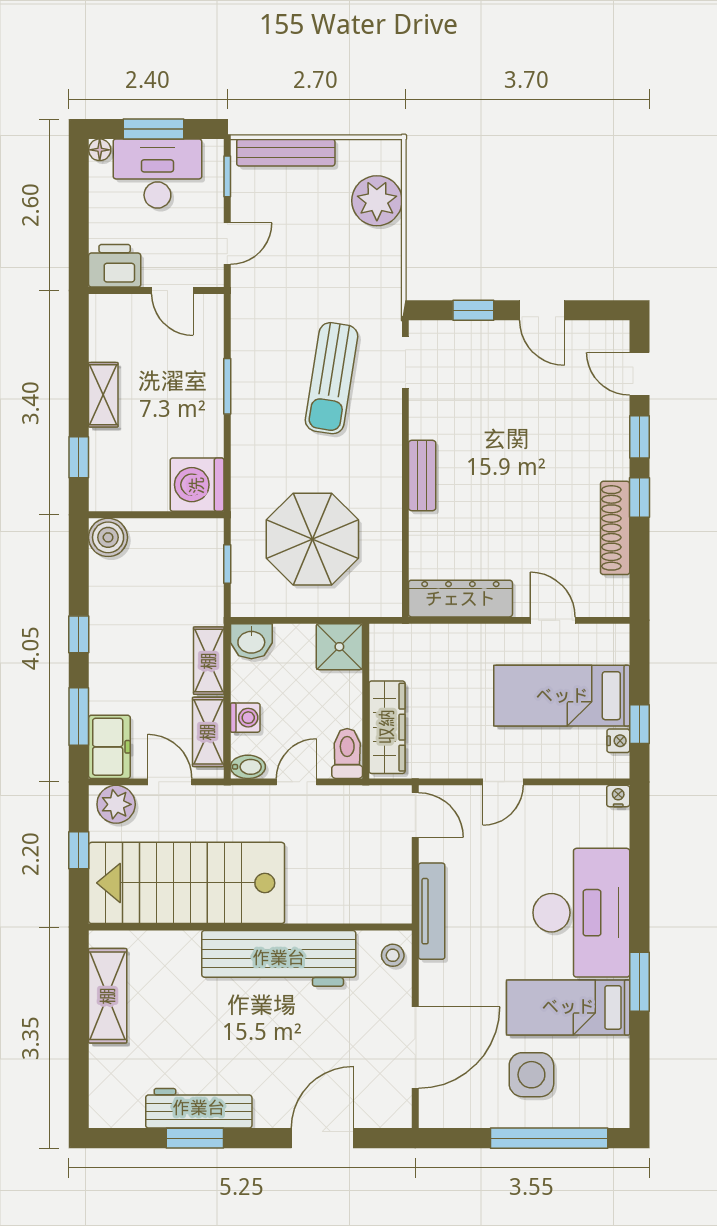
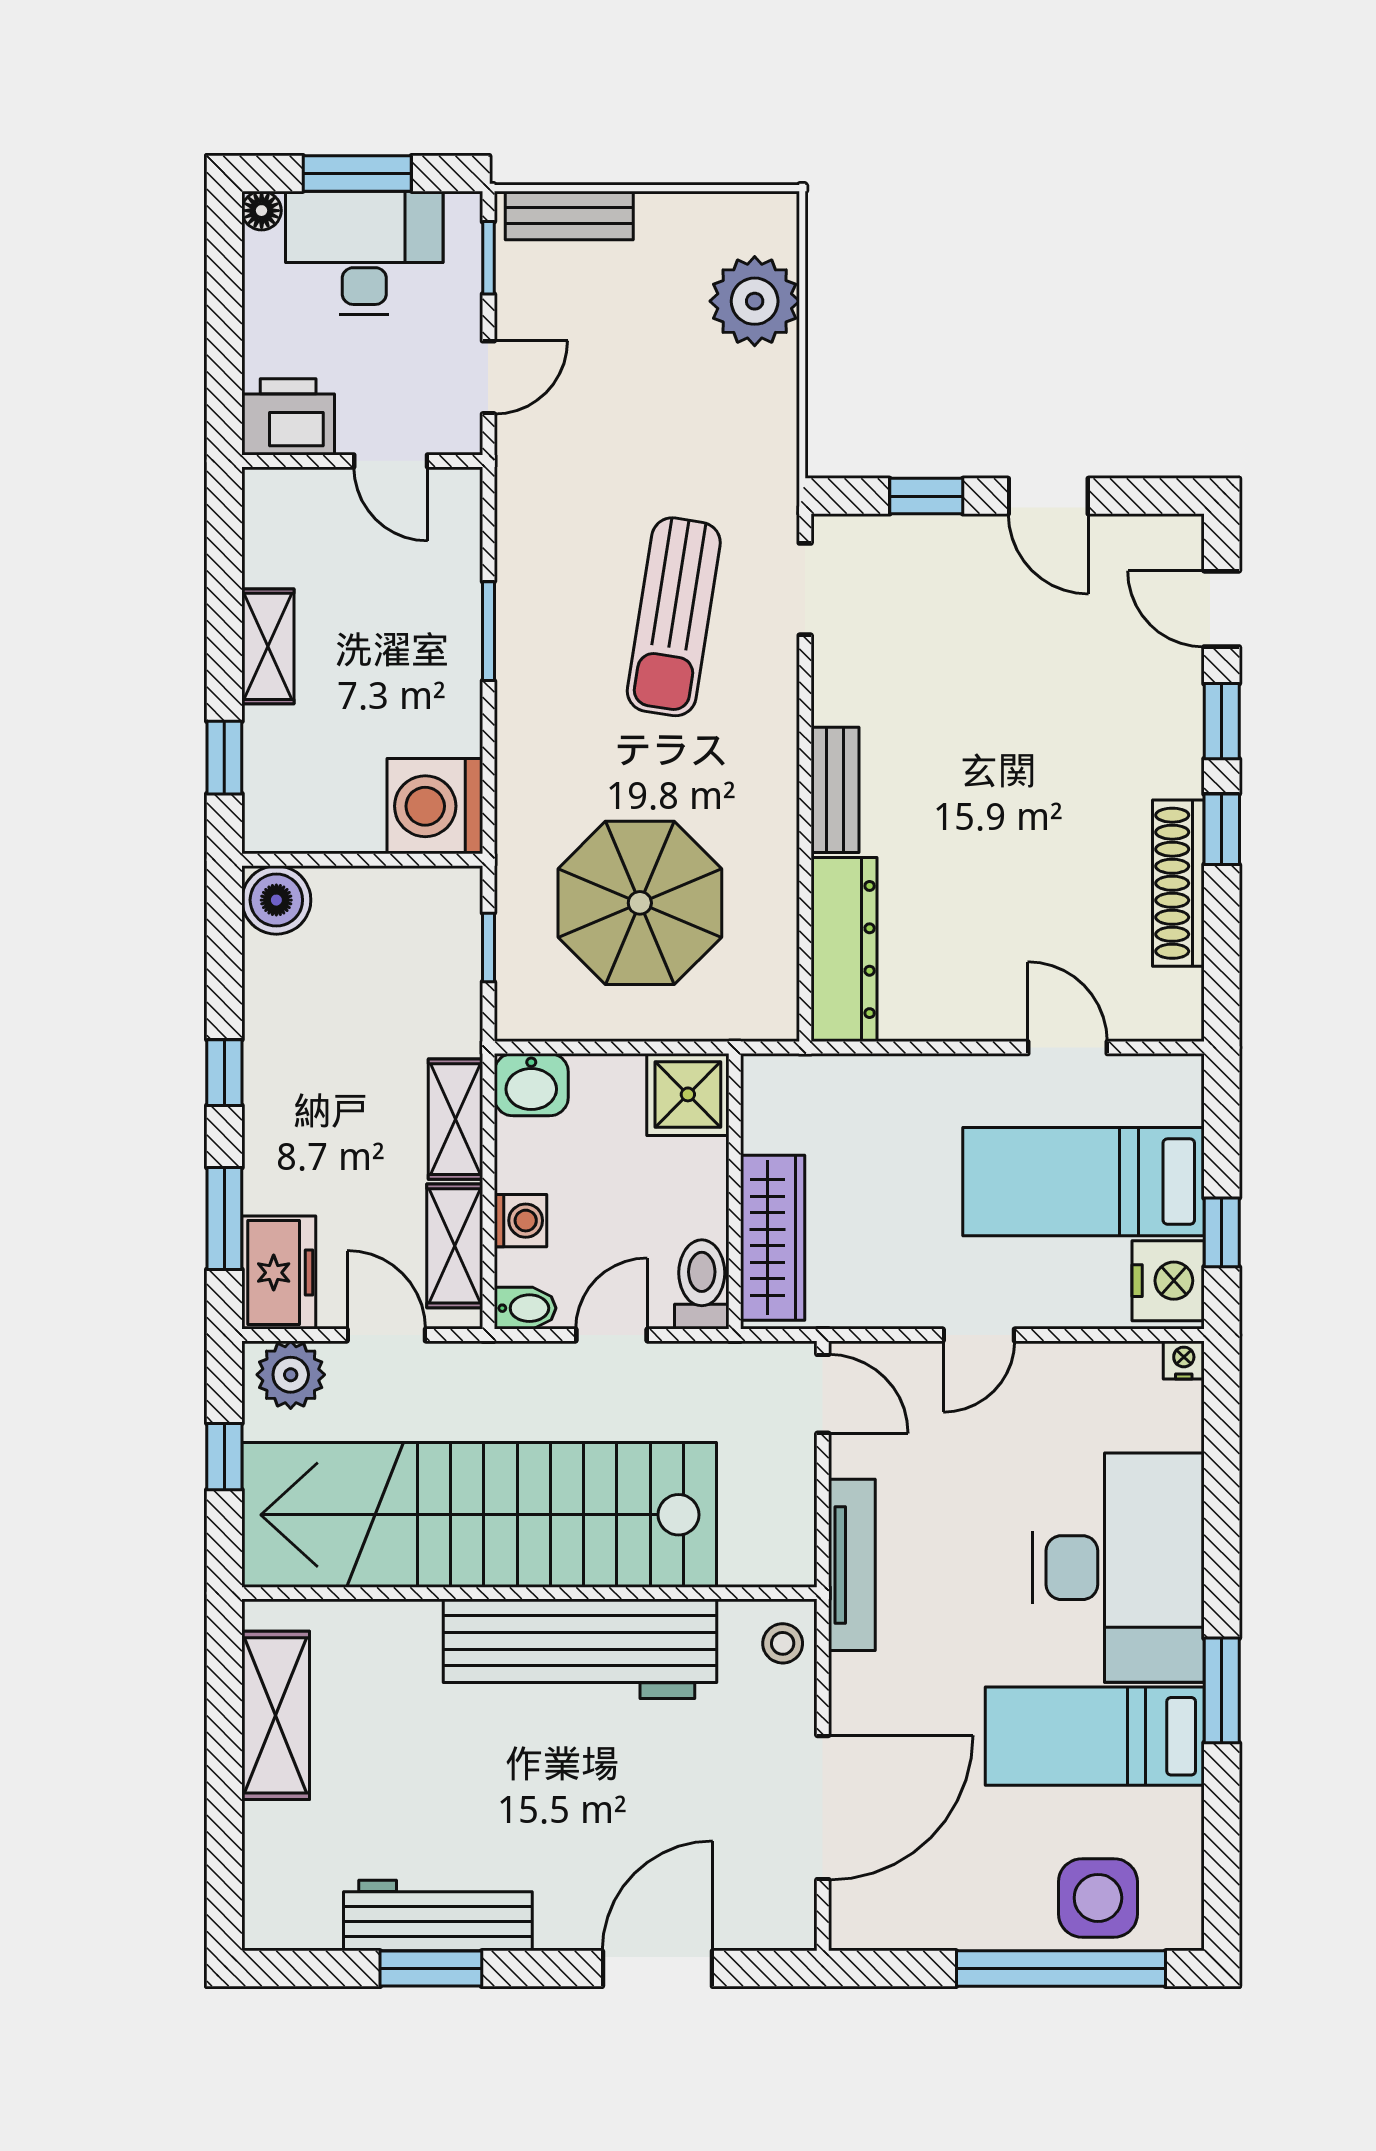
bench: (286, 153) -> (569, 215), width x0.73
dresser: (460, 599) -> (844, 950), moved, turned 90
nightstand: (618, 741) -> (1168, 1281), width x1.89, depth x1.79
stairs: (187, 883) -> (479, 1515), width x1.36
side table: (531, 1075) -> (1098, 1898), moved

